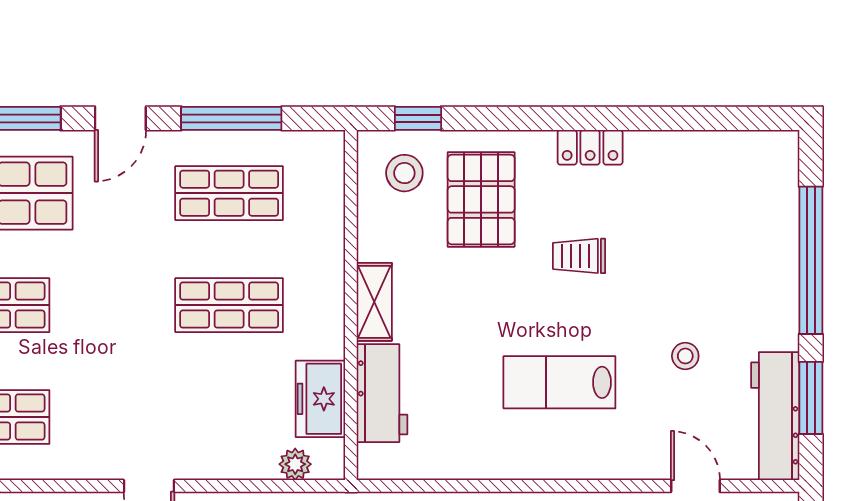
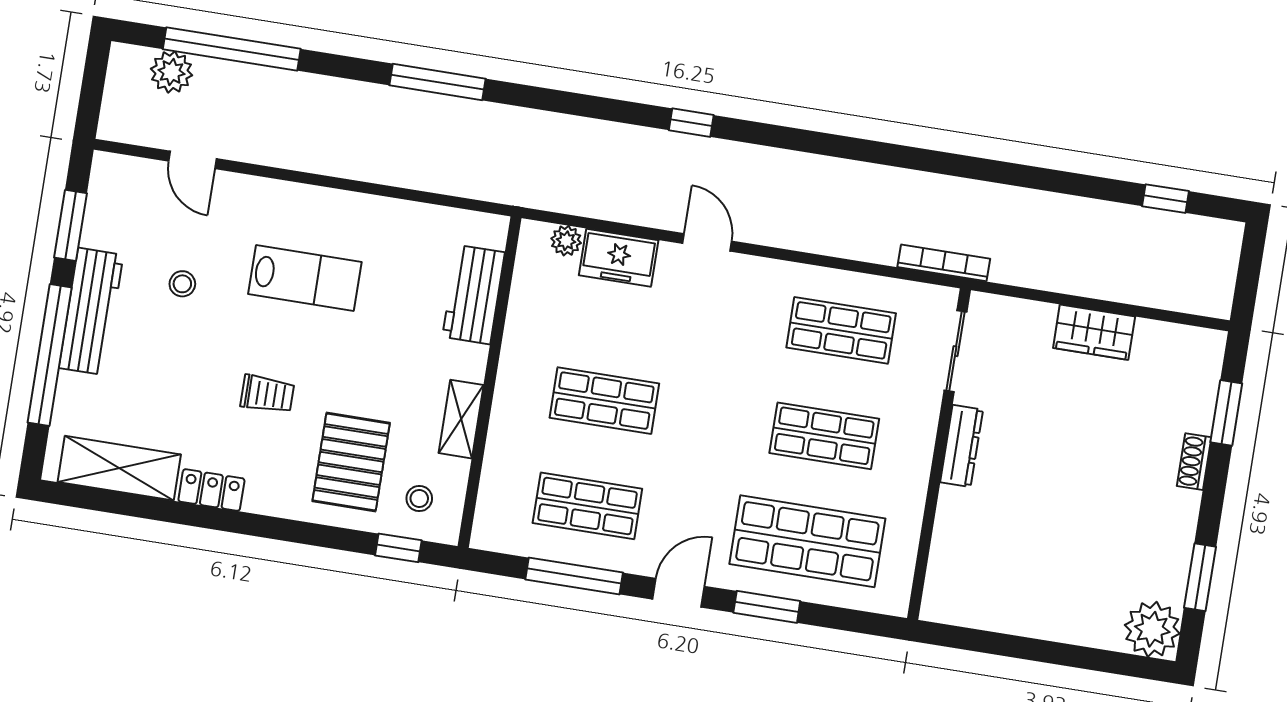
locker: (590, 147) -> (211, 490), moved
shelving: (720, 155) -> (119, 468), added
stool: (404, 173) -> (419, 498), width x0.73, depth x0.73
shelving: (374, 302) -> (461, 419), moved
freezer: (320, 399) -> (619, 258), moved, turned 90
workbench: (775, 416) -> (91, 311), moved

